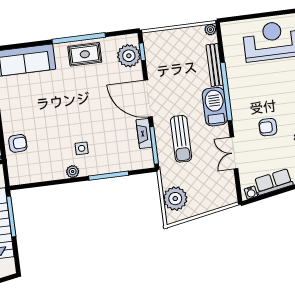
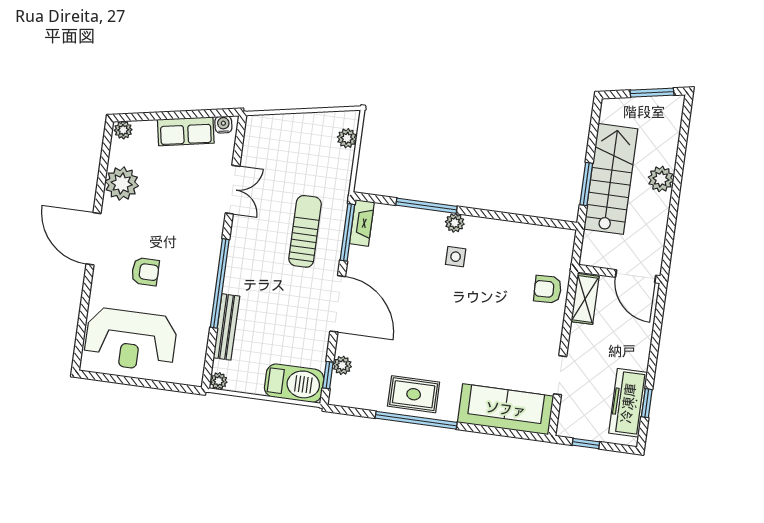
plant: (129, 56) -> (342, 365), width x0.53, depth x0.53
barbecue: (215, 107) -> (294, 383), moved, turned -90
armchair: (268, 127) -> (145, 272), moved
fireplace: (144, 133) -> (362, 223), moved
plant: (73, 172) -> (455, 223), moved
plant: (175, 199) -> (347, 138), width x0.53, depth x0.53
window: (11, 216) -> (586, 184), width x0.69

